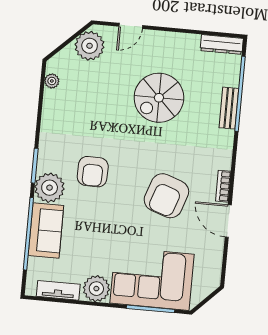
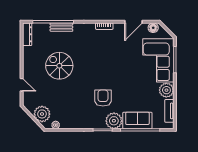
plant: (90, 46) -> (42, 114), moved
spiral stairs: (159, 98) -> (59, 66), turned 180
armchair: (93, 172) -> (103, 98), turned -91
armchair: (166, 196) -> (112, 57), removed
door: (228, 221) -> (134, 22), moved
floor lamp: (212, 275) -> (153, 28), added

